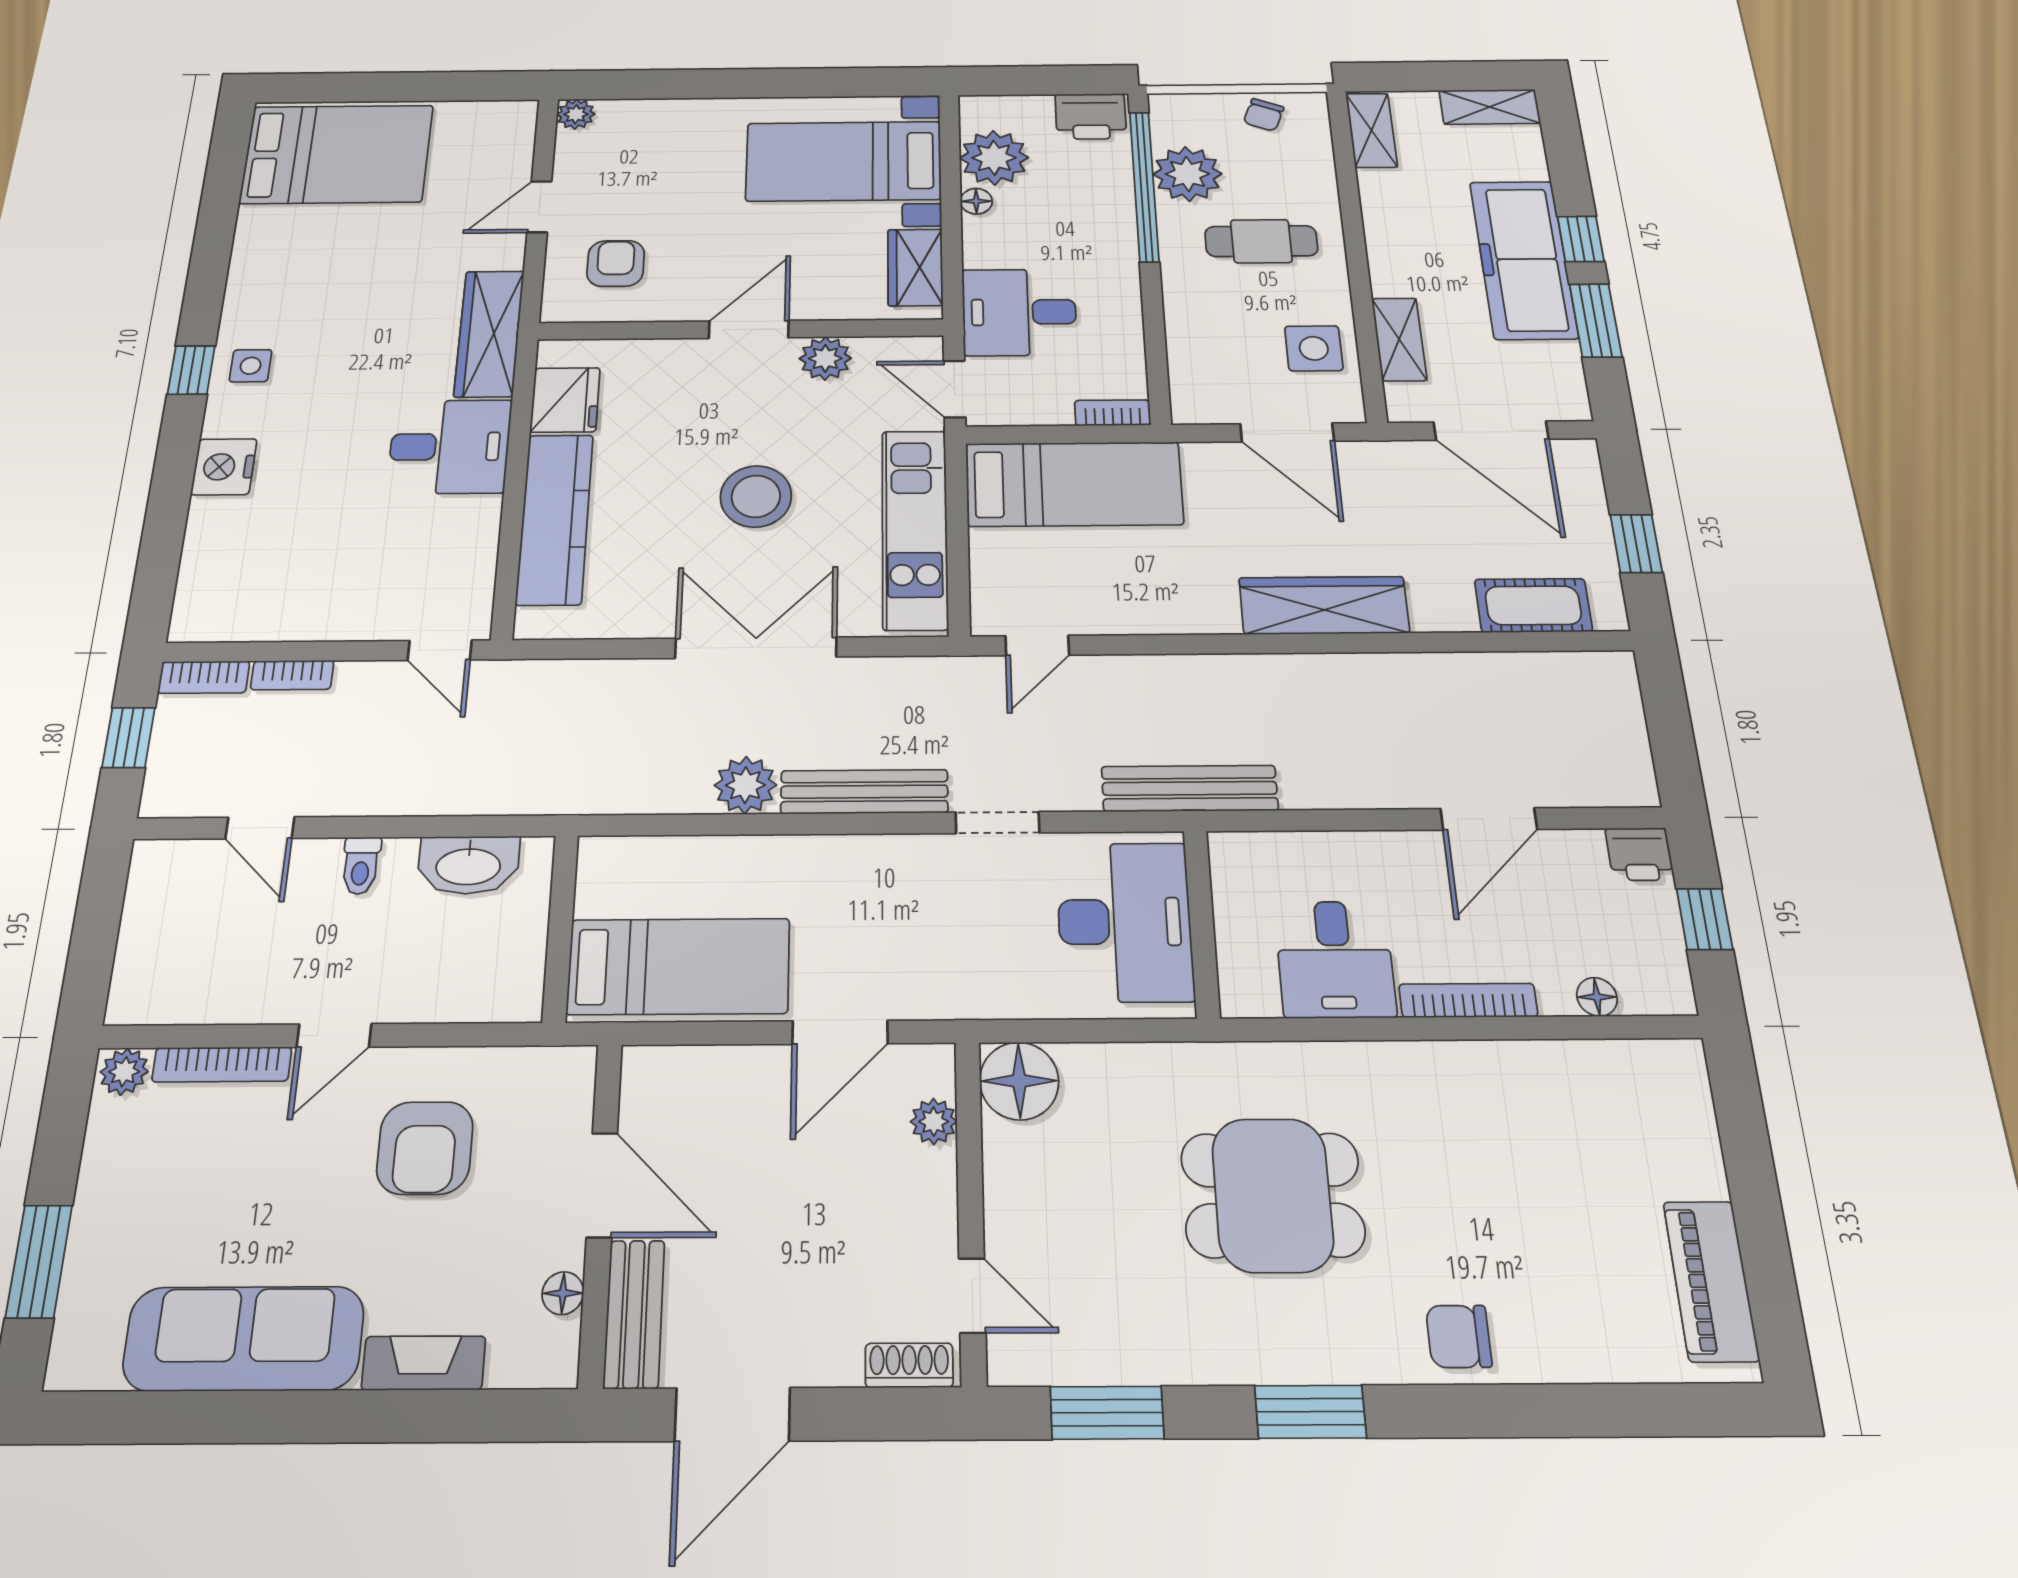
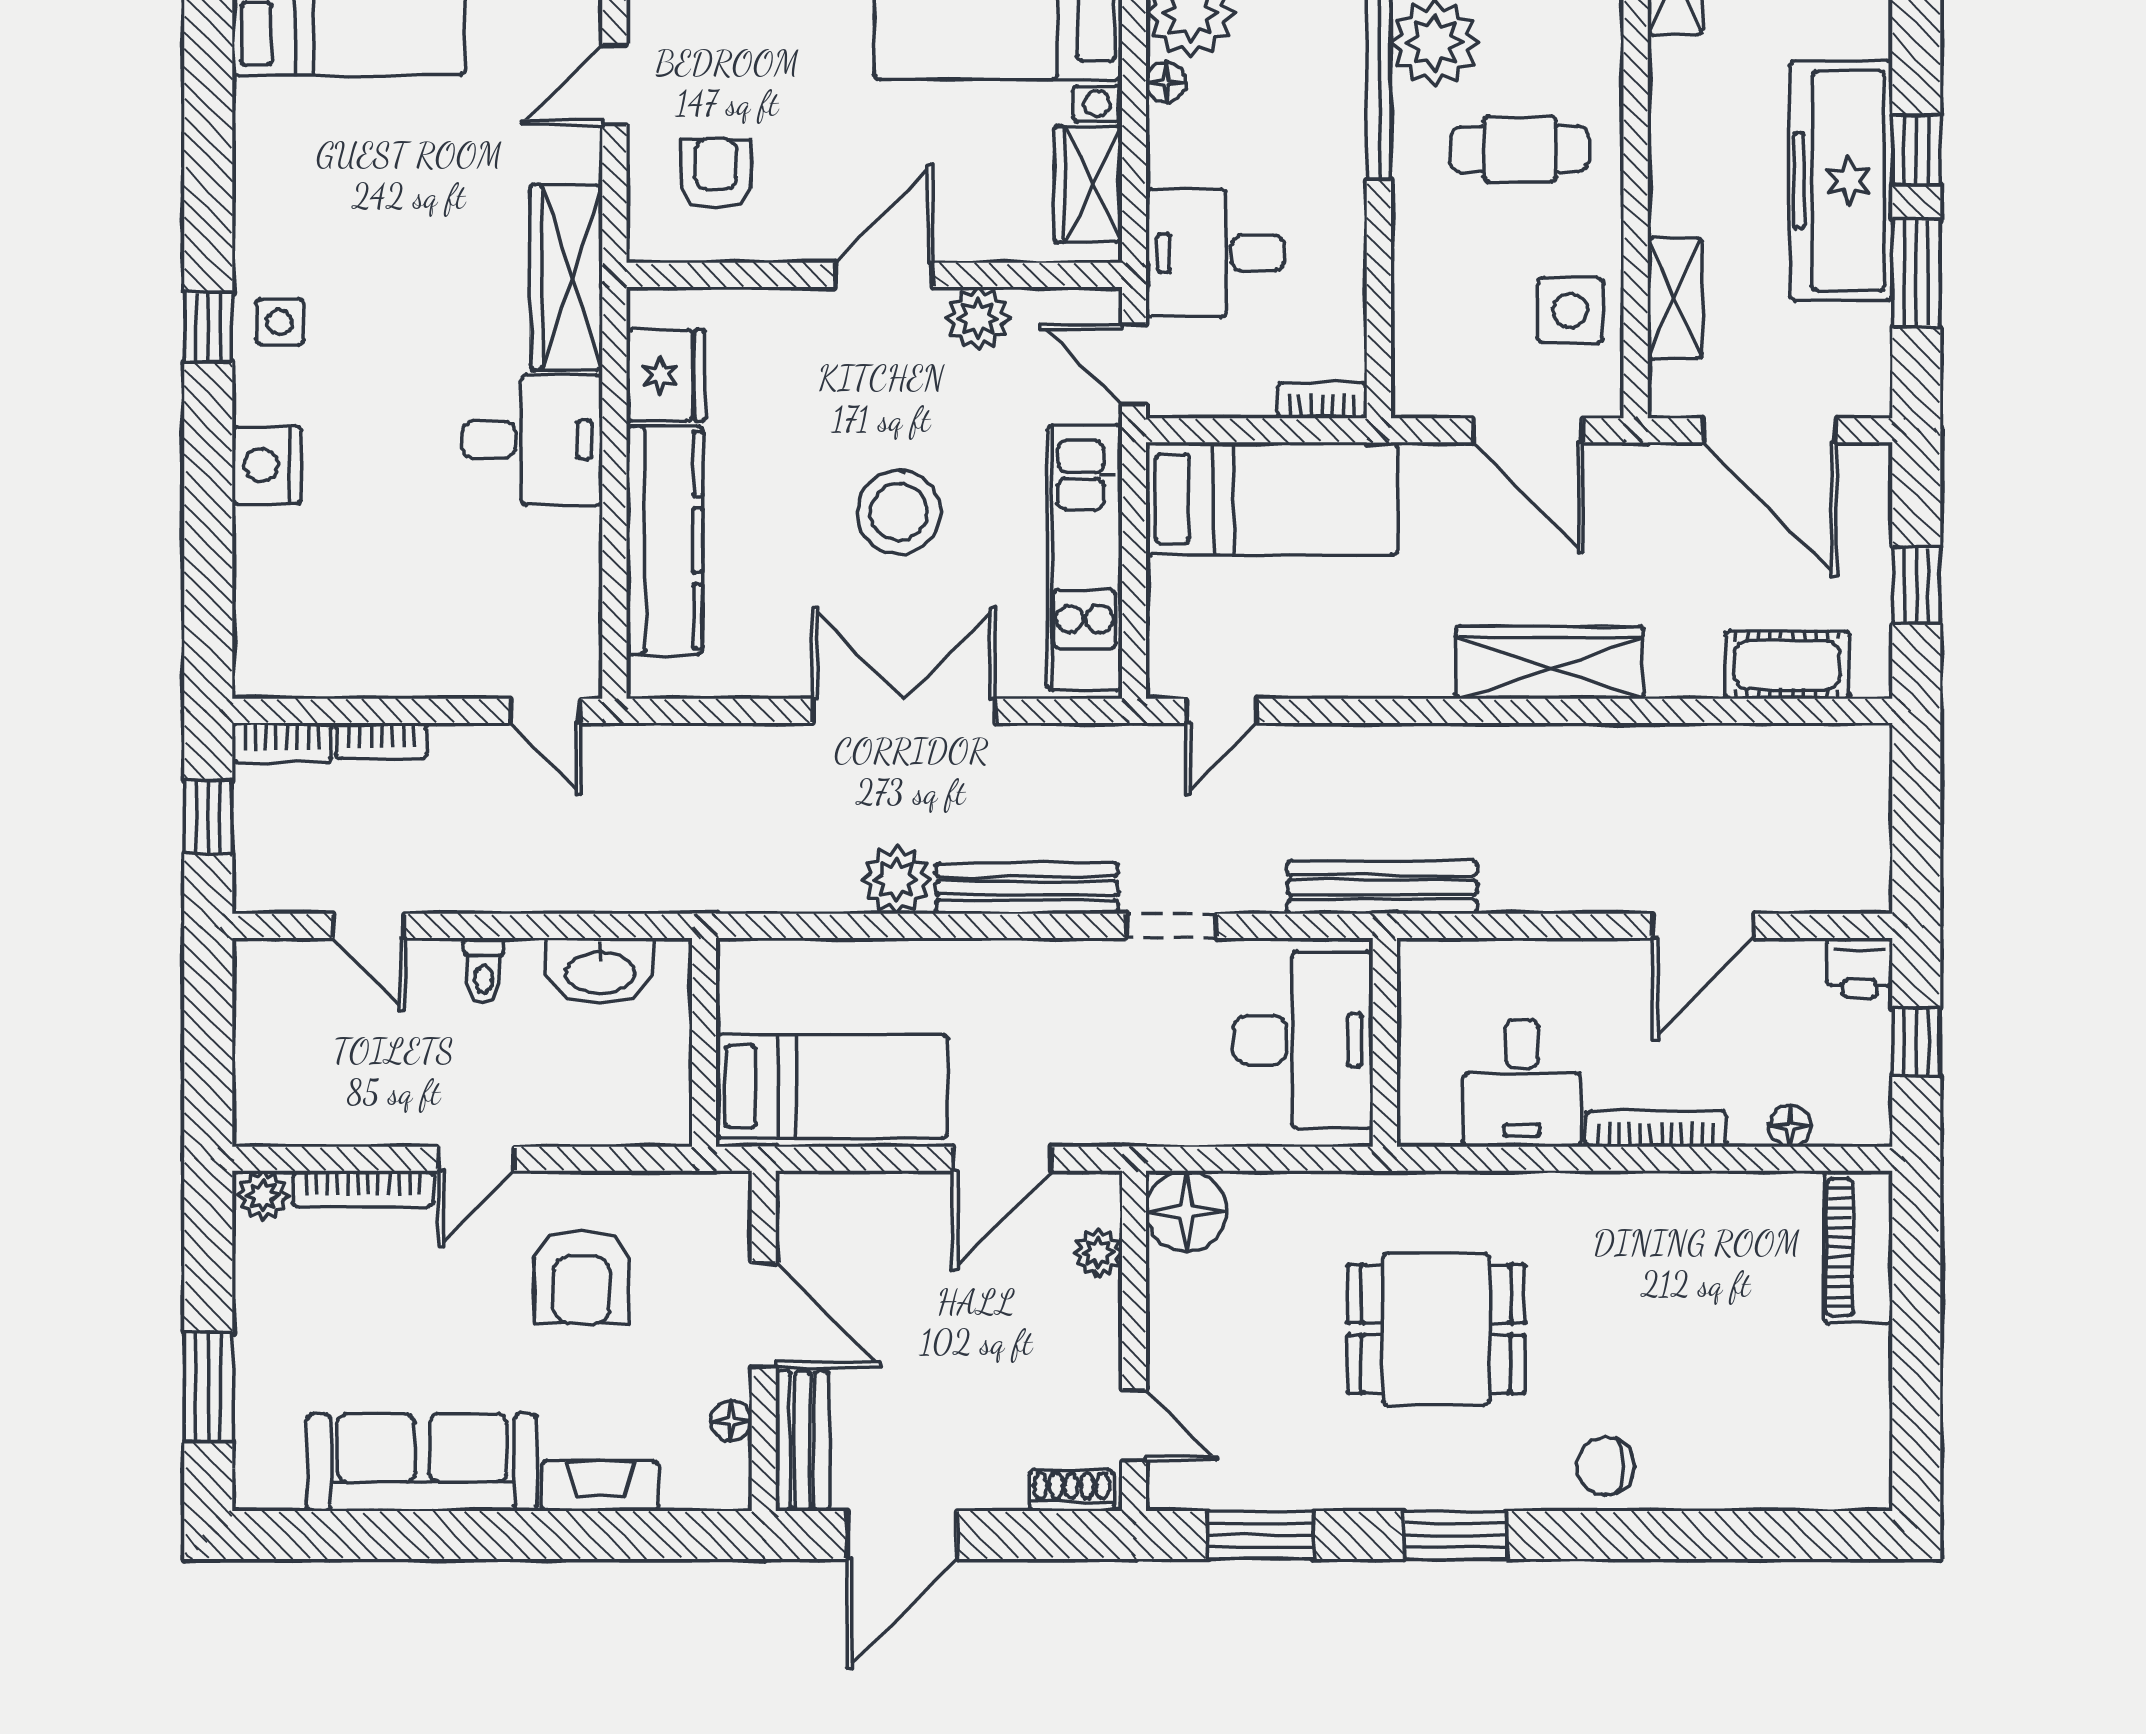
piano: (1711, 1281) -> (1858, 1247), moved

